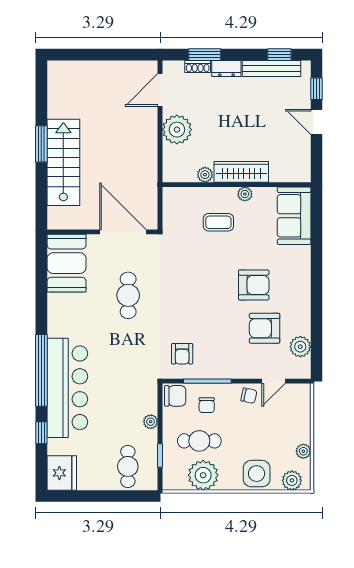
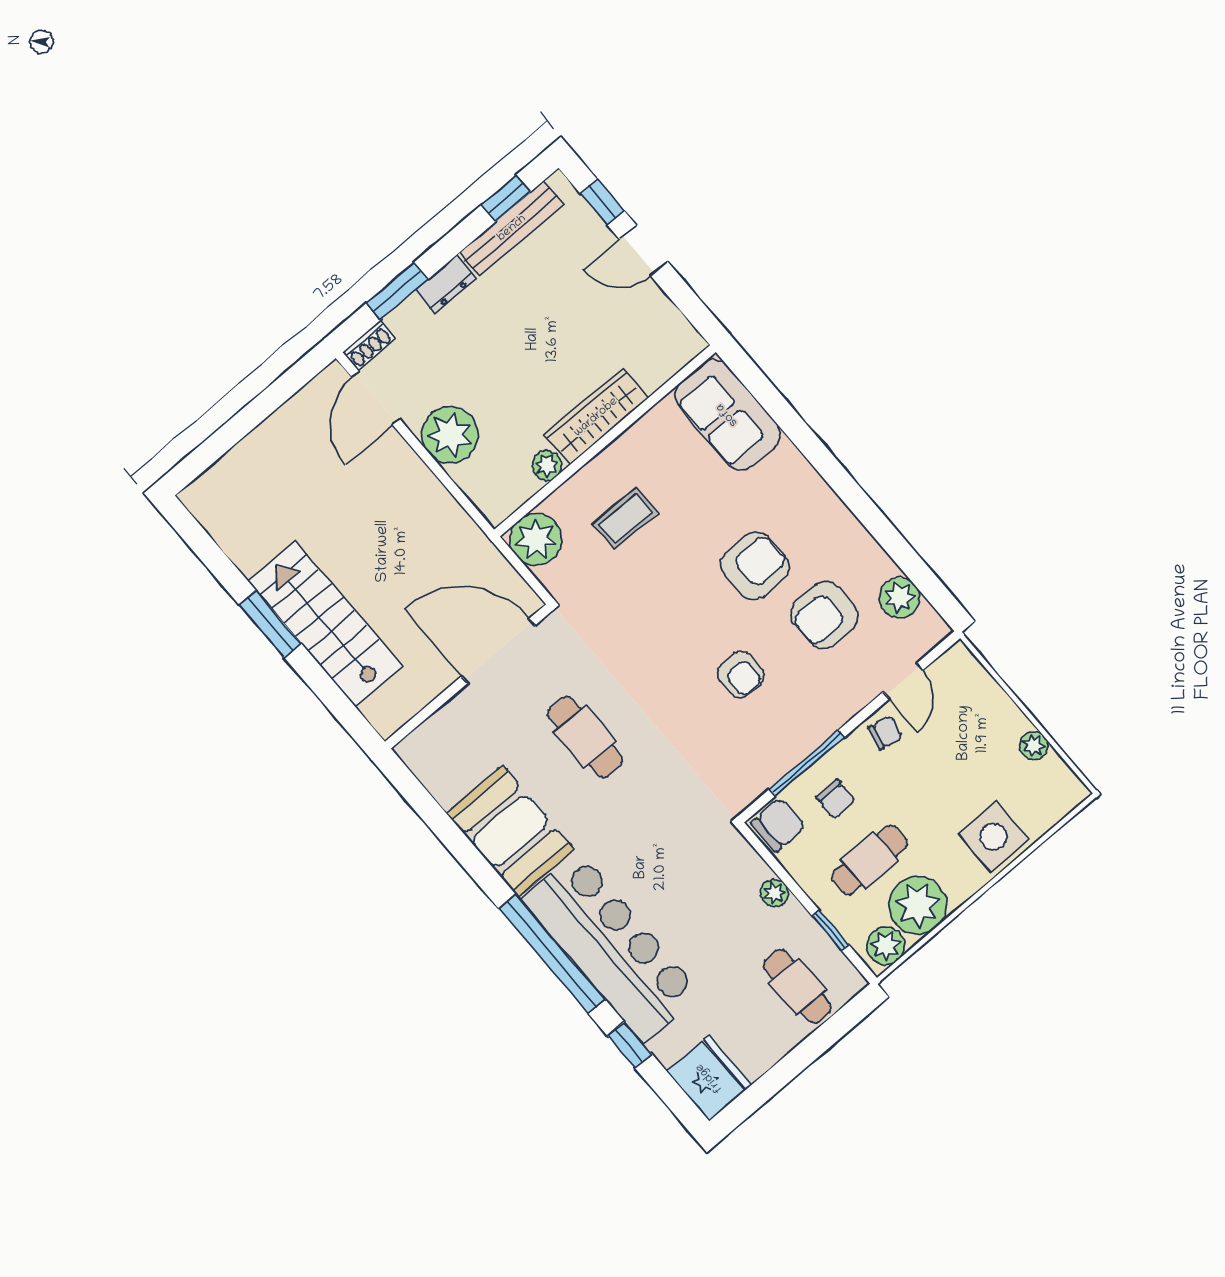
shoe rack: (198, 67) -> (369, 345), moved
plant: (245, 194) -> (536, 539), moved, width x1.88, depth x1.88
booth: (67, 263) -> (510, 831), moved
armchair: (182, 354) -> (741, 674), moved
plant: (292, 480) -> (886, 946), moved

